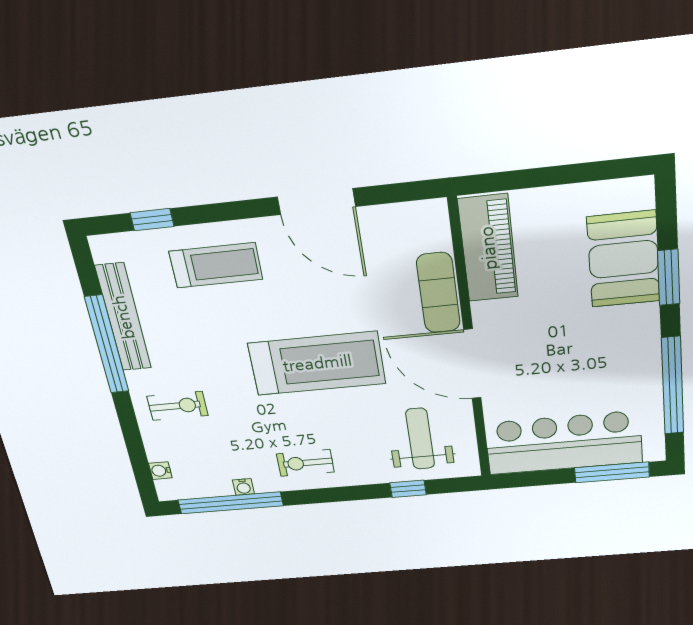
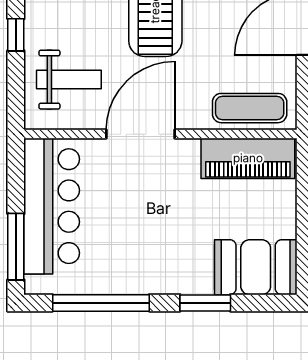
booth: (624, 259) -> (256, 267), moved
exercise mat: (438, 293) -> (250, 108), moved
window: (408, 489) -> (16, 35), moved

